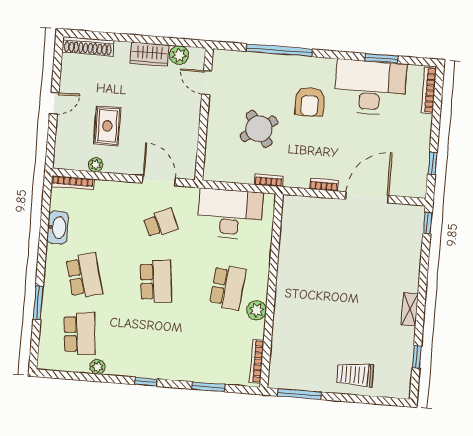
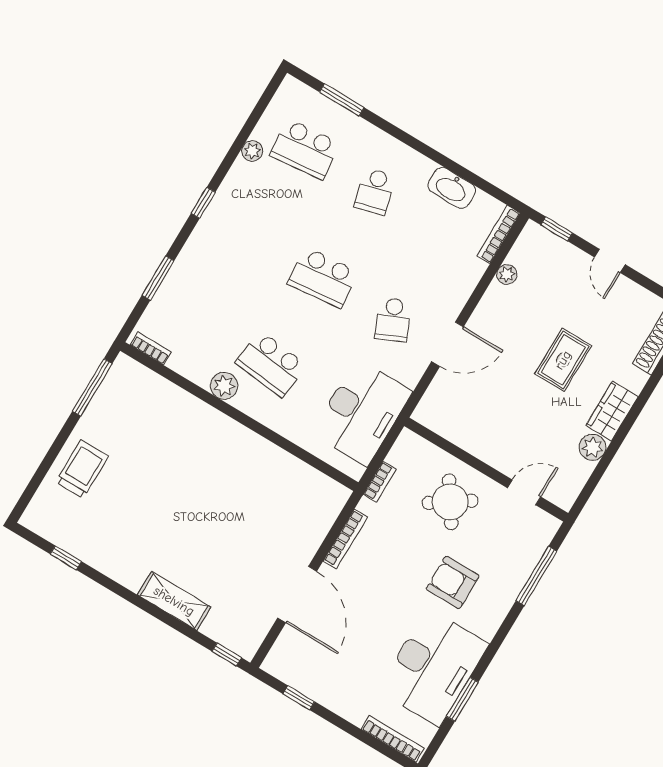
window: (279, 50) -> (536, 576), width x0.68
door: (207, 83) -> (524, 492), moved
wall: (204, 114) -> (486, 470), moved
rug: (107, 126) -> (563, 360), moved, turned 90
window: (51, 147) -> (557, 229), added
bookcase: (324, 185) -> (345, 539), width x1.56
school desk: (84, 276) -> (375, 191), width x0.54
window: (38, 303) -> (342, 100), moved
shelving: (410, 309) -> (174, 601), moved, width x1.50, depth x1.33
bookcase: (257, 361) -> (151, 348), width x0.64

